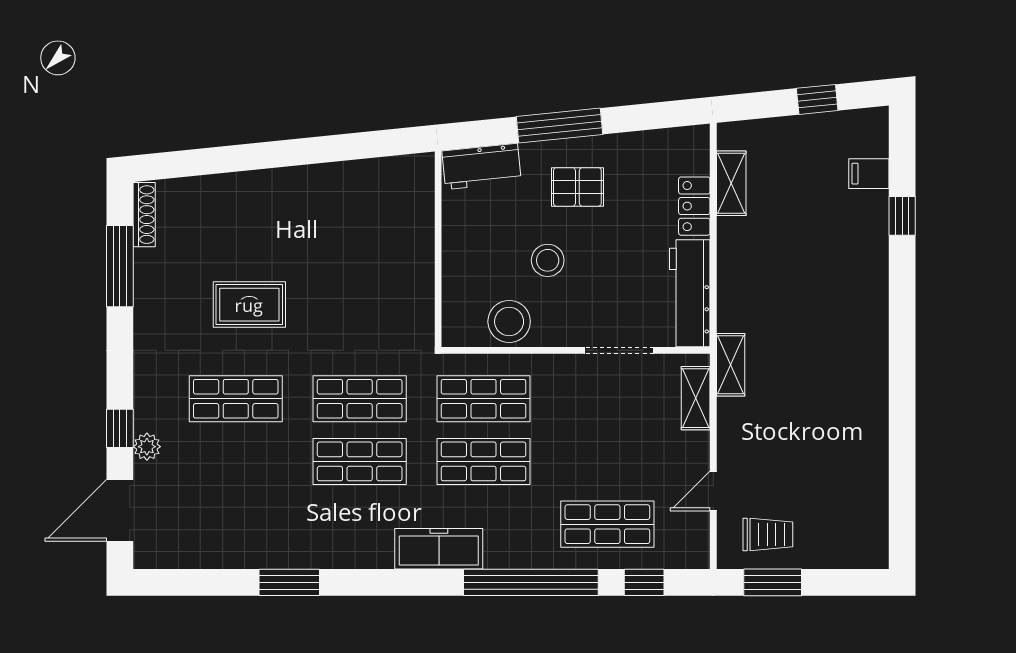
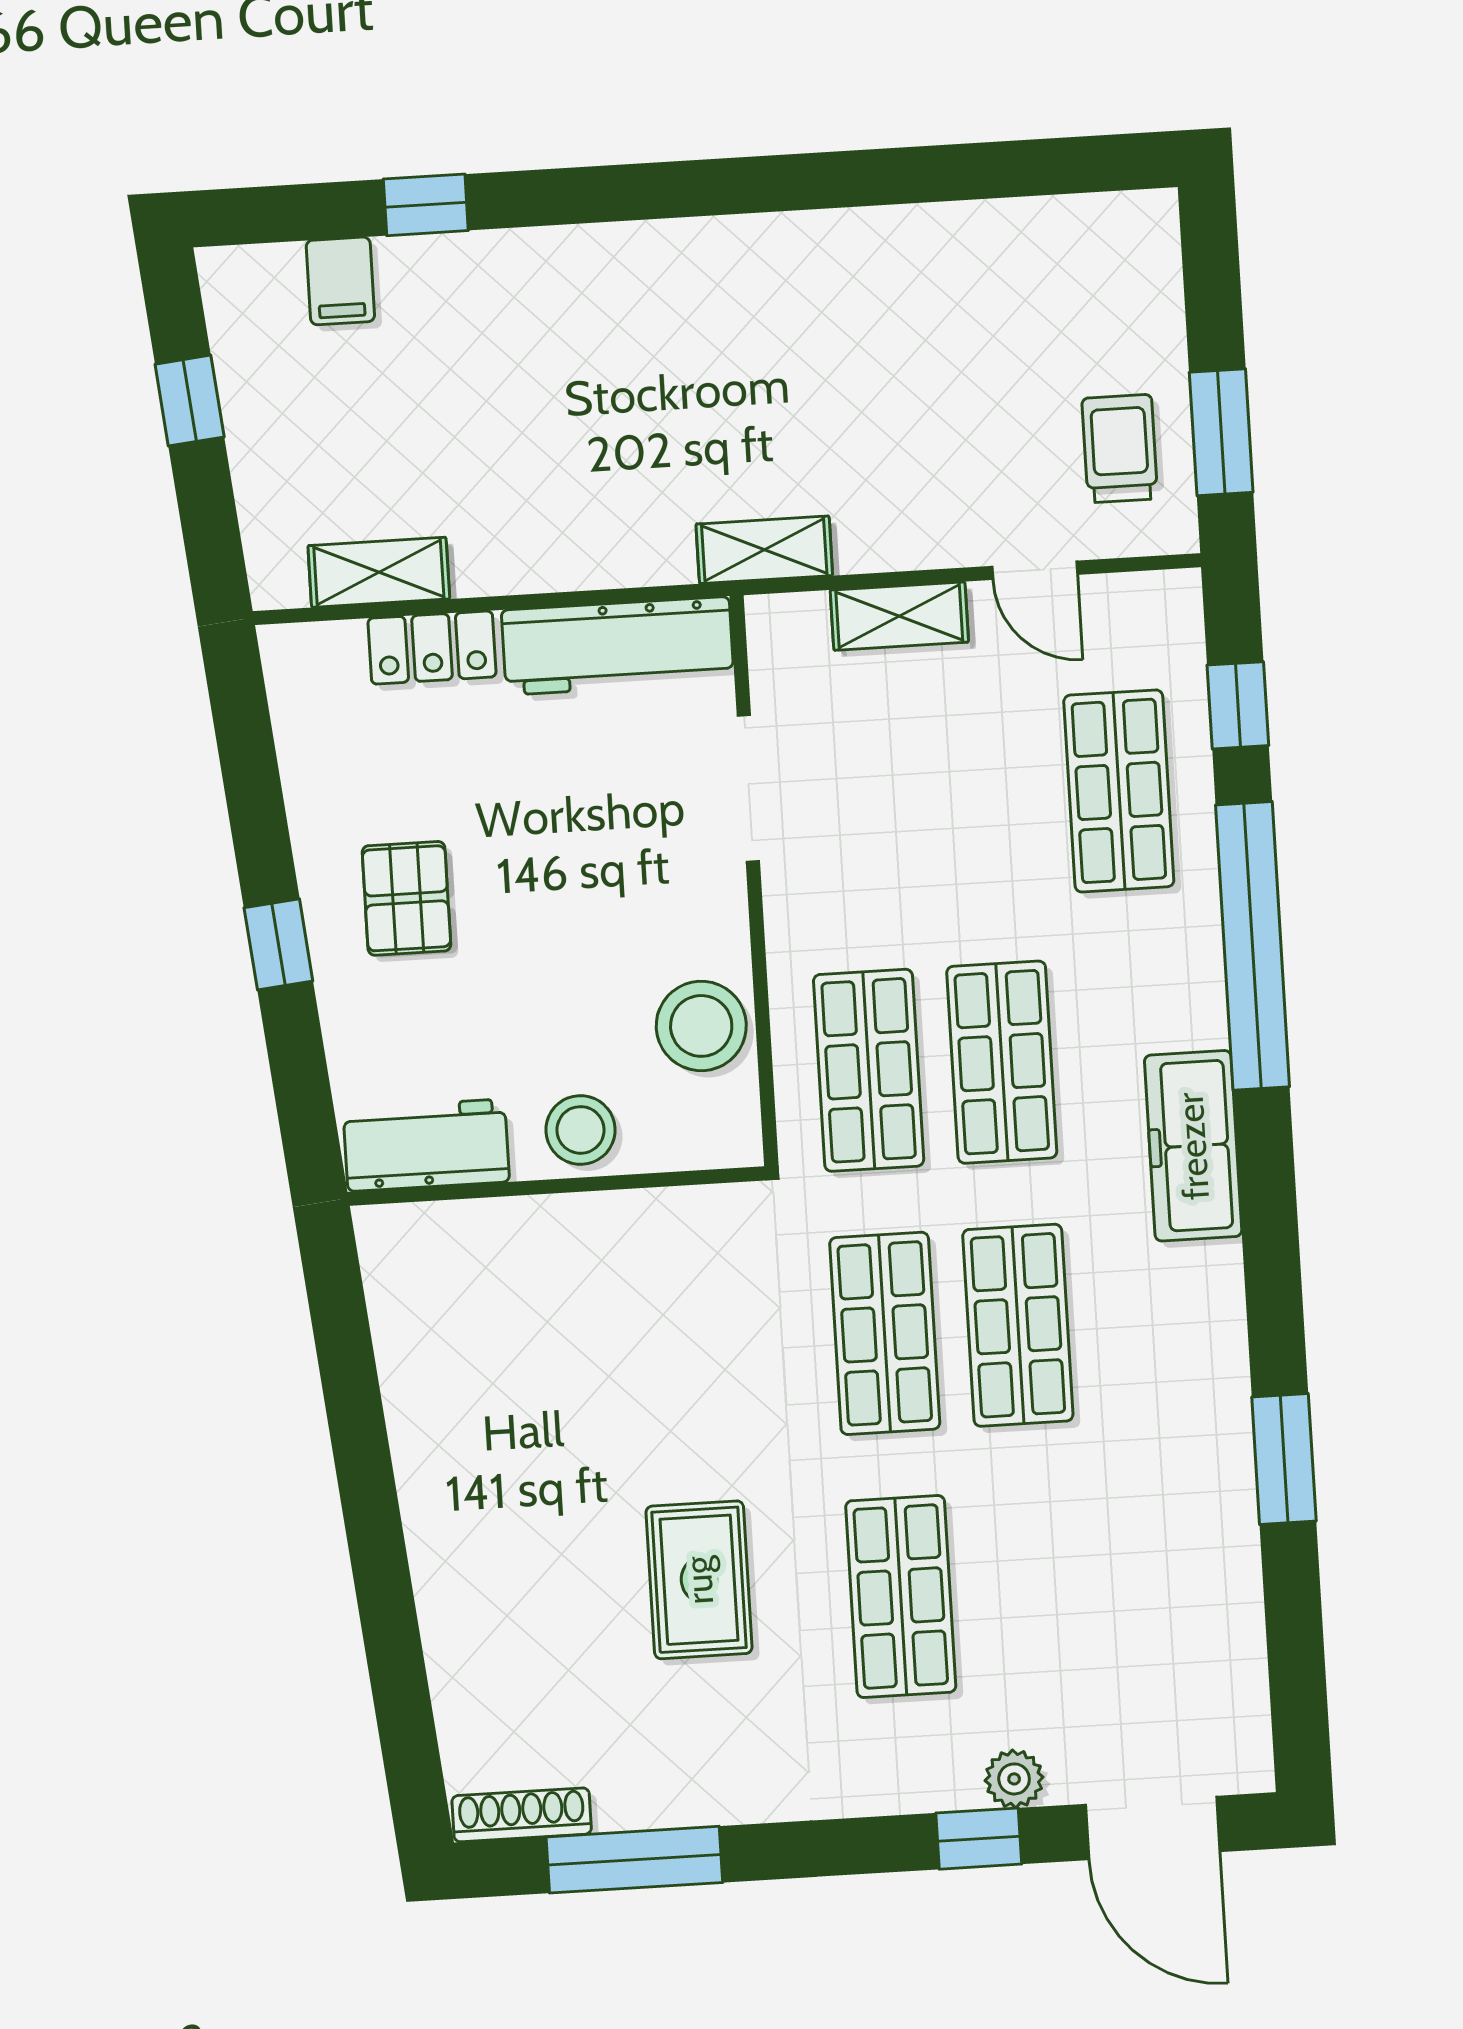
window: (559, 126) -> (278, 944), width x0.46
workbench: (482, 166) -> (426, 1145), moved, turned -84
stool: (548, 260) -> (581, 1130), moved
shelving: (696, 398) -> (899, 616), moved

